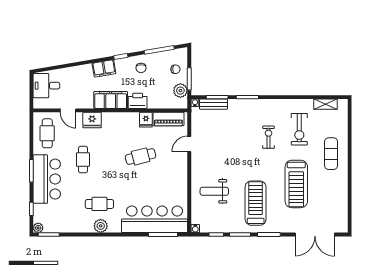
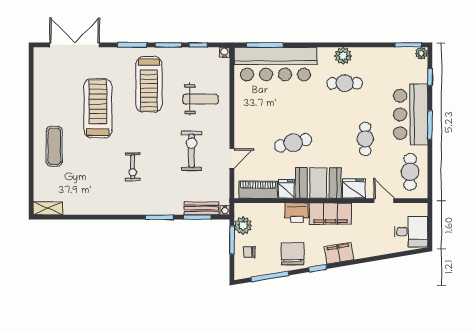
chair: (141, 68) -> (292, 254), width x1.87, depth x1.87
shelving: (326, 104) -> (48, 208), moved
booth: (120, 124) -> (318, 183), added
exercise bike: (299, 129) -> (192, 151), moved

